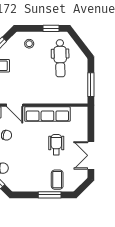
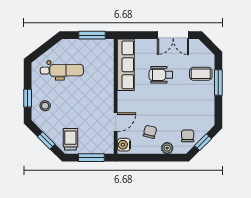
window: (51, 28) -> (28, 98), moved
row of seats: (47, 114) -> (126, 65), moved

